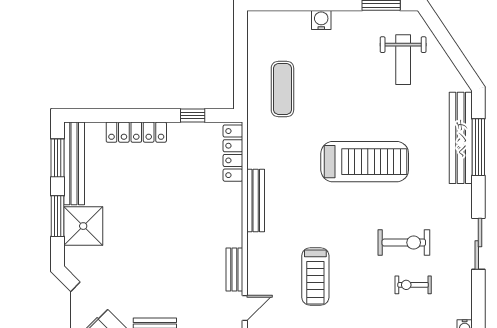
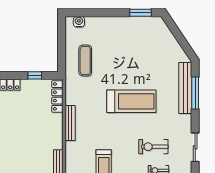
water cooler: (321, 20) -> (79, 22), moved
weight bench: (403, 60) -> (153, 44), removed
exercise bike: (404, 243) -> (153, 147), turned 180

